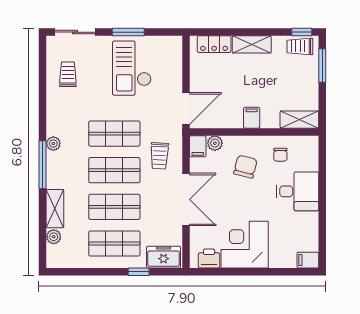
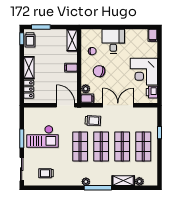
freezer: (164, 257) -> (151, 118), removed

